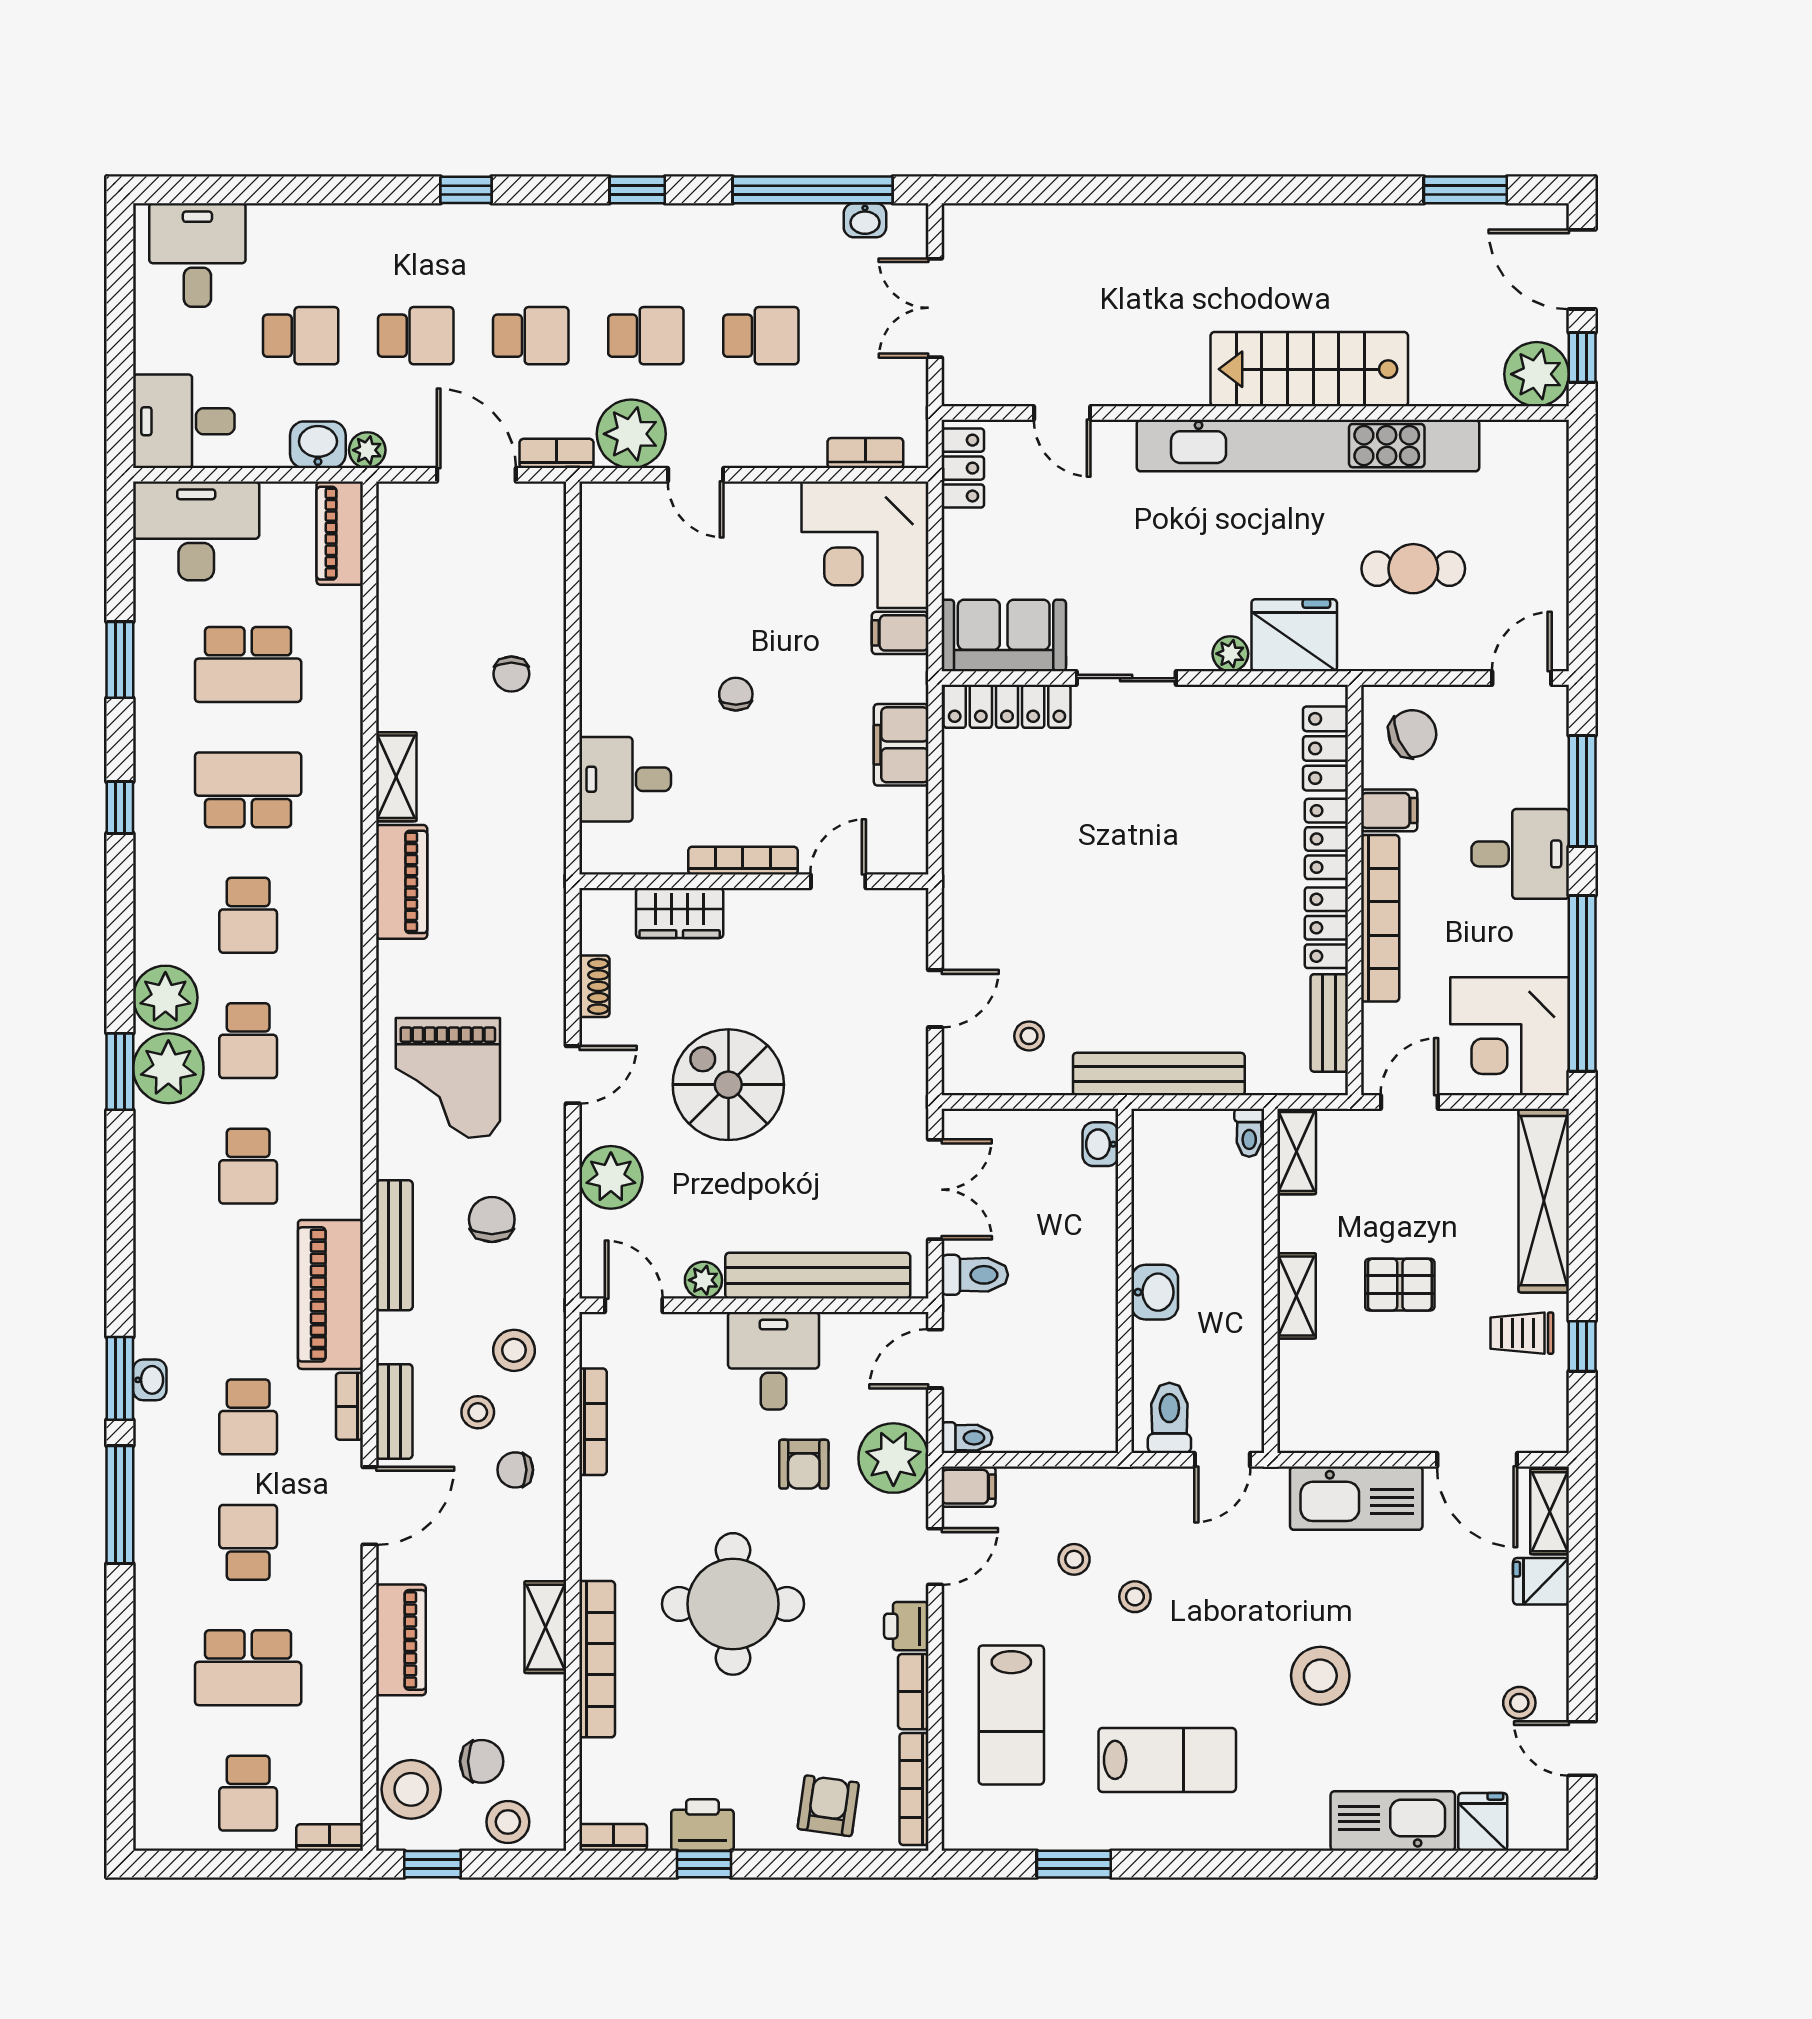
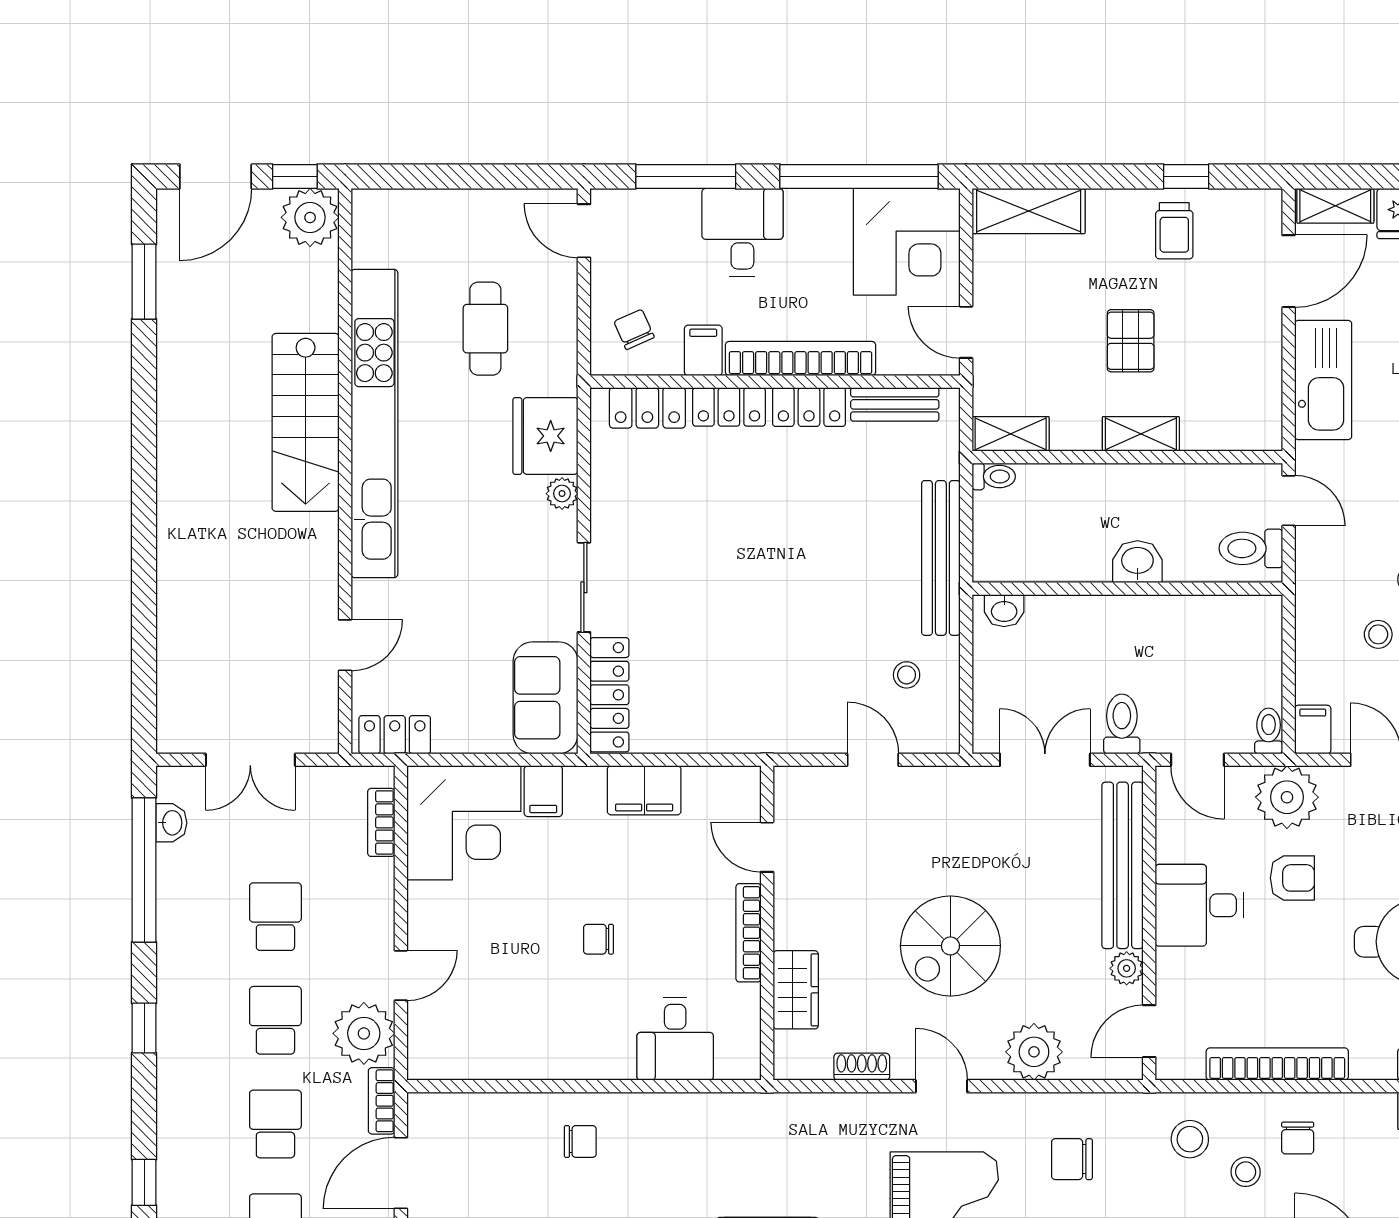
chair: (1412, 734) -> (634, 329), width x0.73, depth x0.73
shelving: (1544, 1201) -> (1029, 211), width x0.68
bookcase: (593, 1422) -> (1277, 1064), width x1.48, depth x1.31

